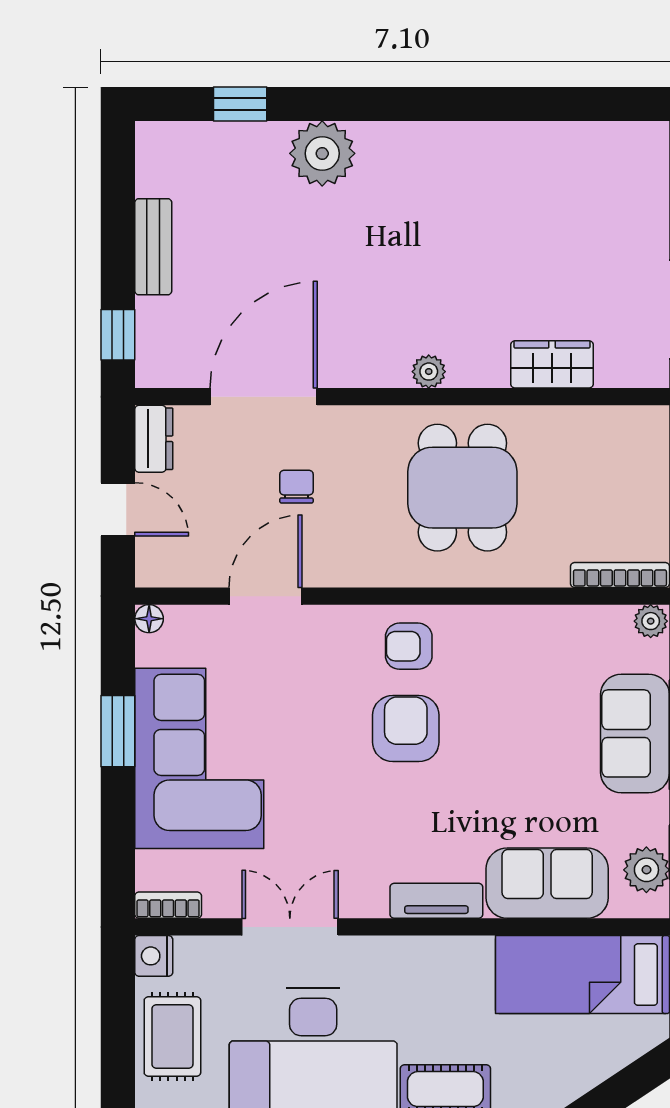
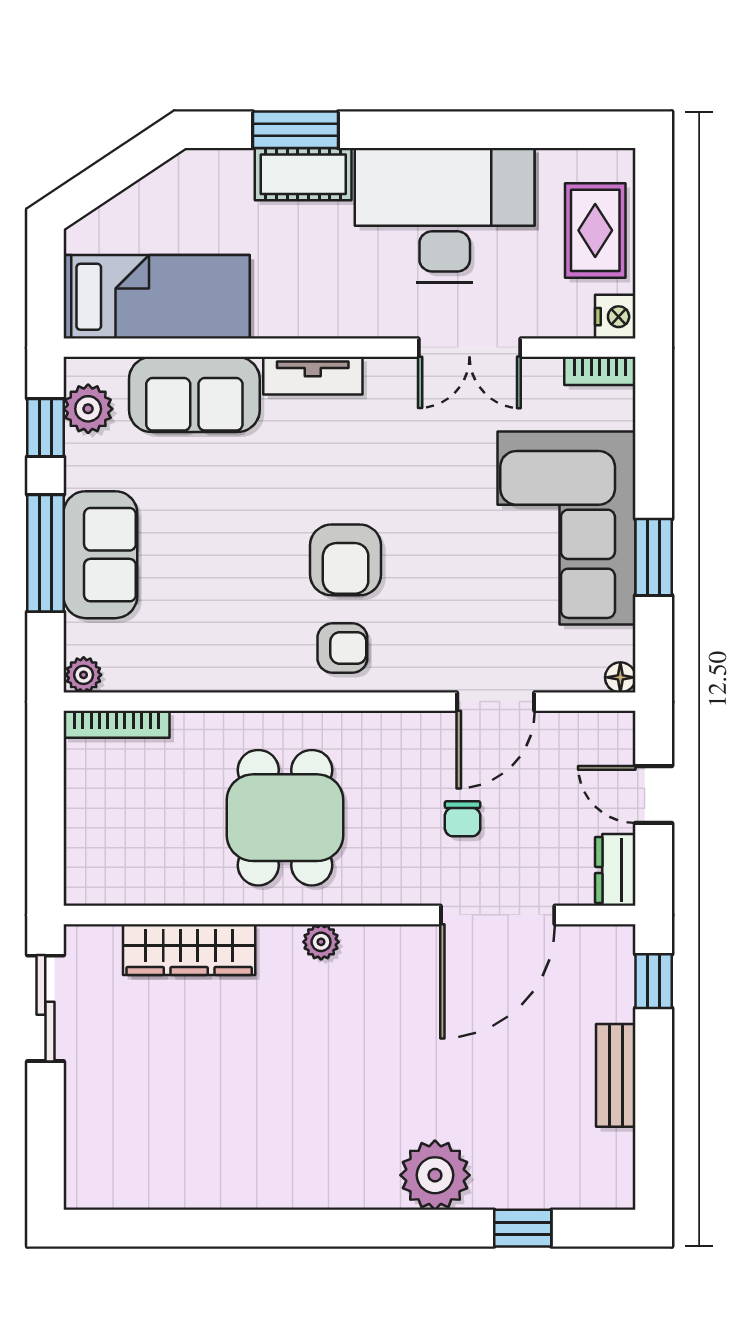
wardrobe: (552, 364) -> (189, 950), width x1.50

